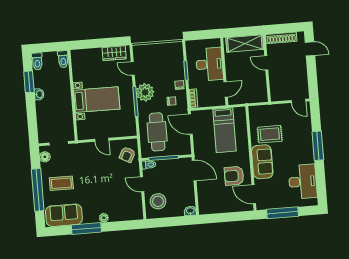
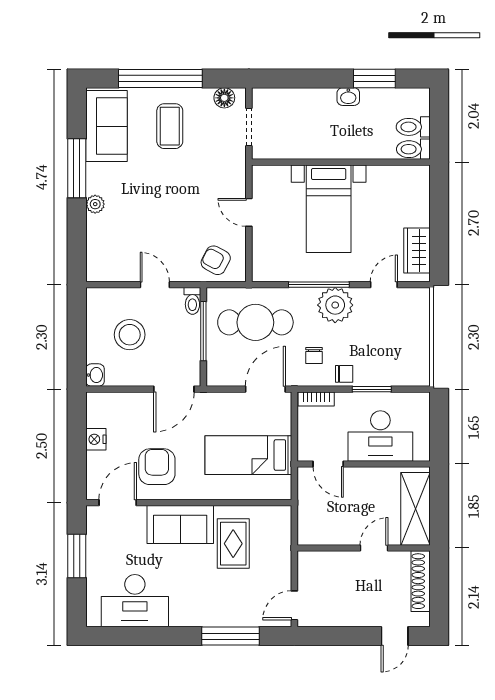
toilet: (37, 61) -> (413, 127), moved
door: (102, 140) -> (249, 212), hinge flipped
window: (318, 146) -> (230, 636), moved
door: (142, 184) -> (155, 285), hinge flipped
stool: (158, 201) -> (130, 335), moved
nightstand: (223, 208) -> (96, 439), added
window: (282, 213) -> (77, 556), width x0.69

